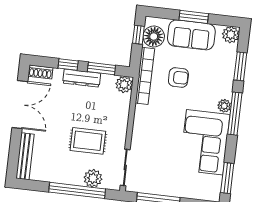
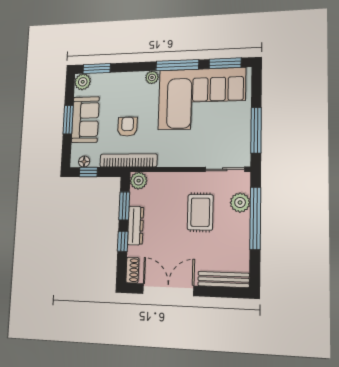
floor lamp: (154, 37) -> (84, 162), width x0.53, depth x0.53
window: (240, 66) -> (97, 69), moved
window: (235, 114) -> (177, 65), moved
corner sofa: (205, 142) -> (202, 99), width x1.36, depth x1.36

